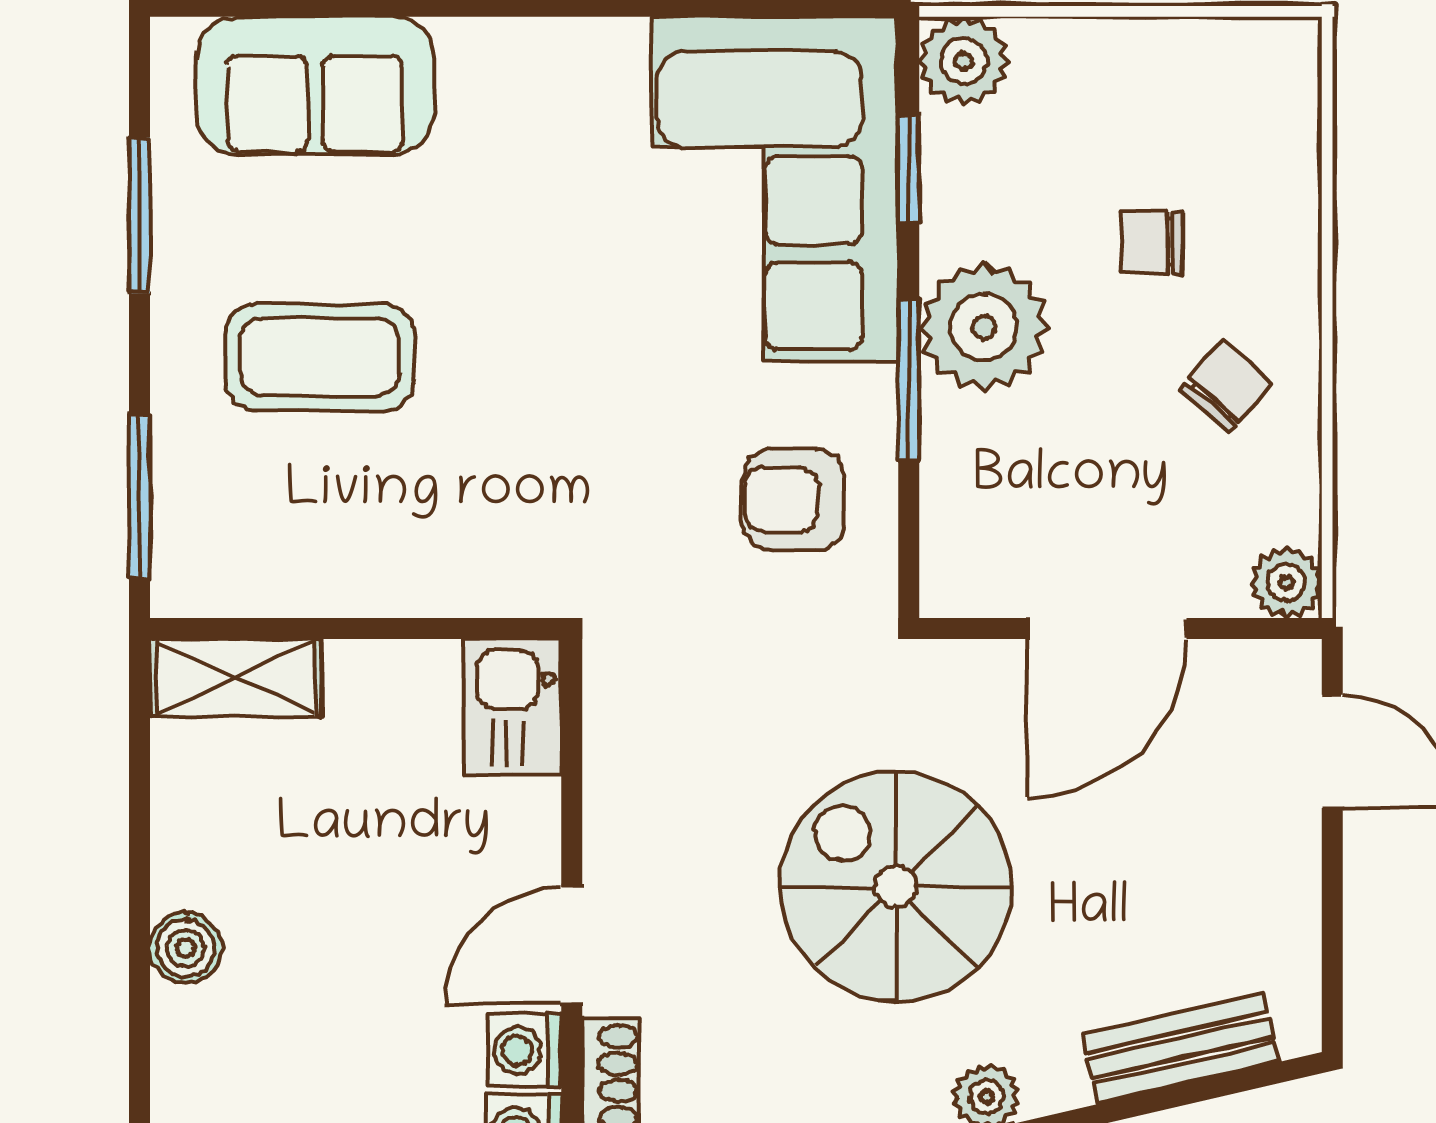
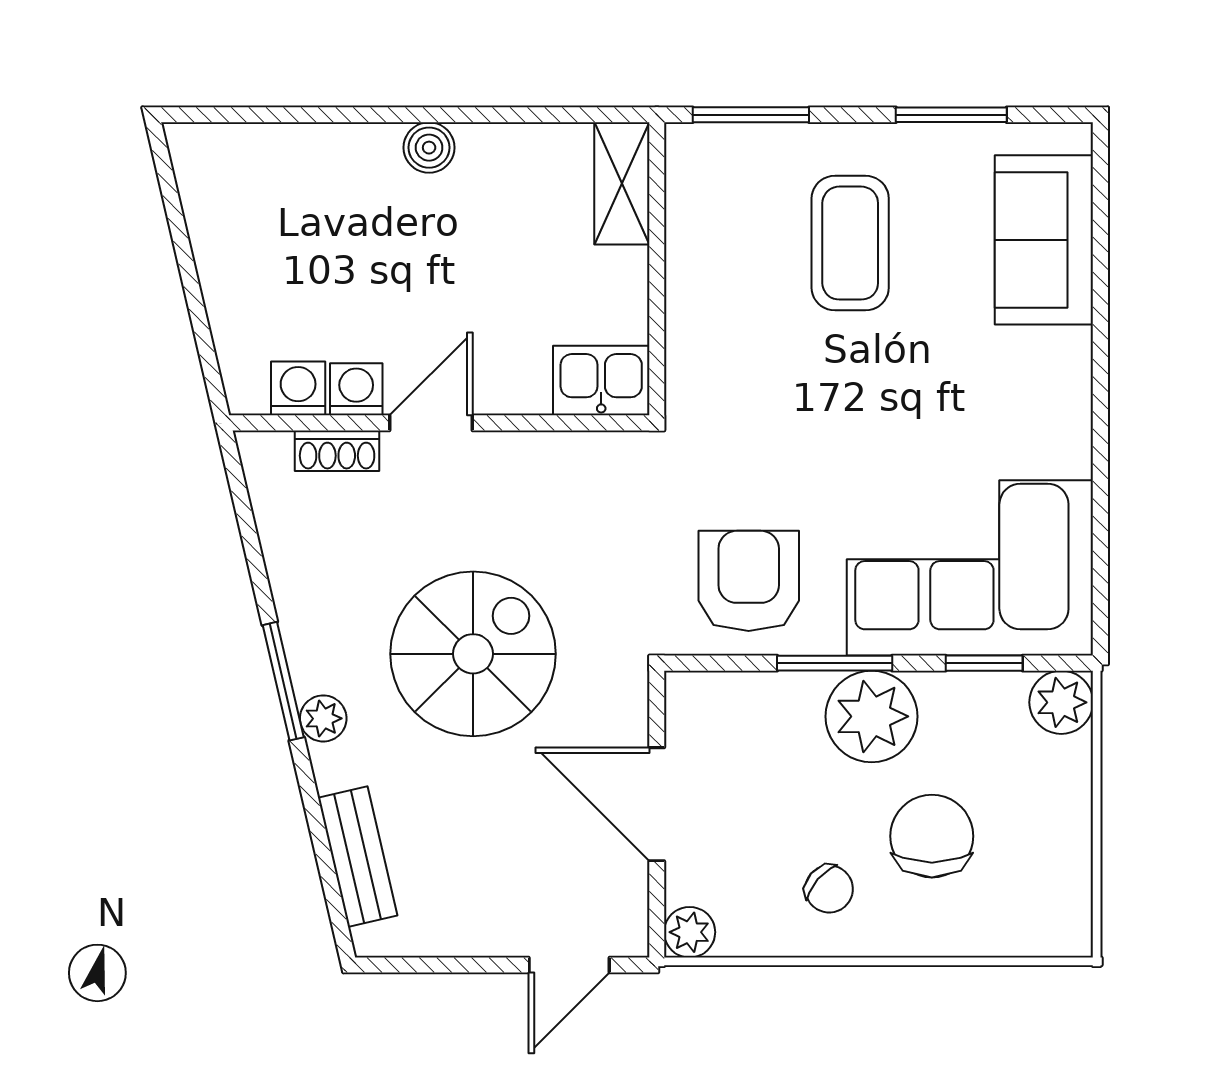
chair: (1151, 243) -> (932, 836), width x1.87, depth x1.87
armchair: (793, 500) -> (749, 581), width x1.38, depth x1.38
door: (572, 945) -> (431, 423), hinge flipped

